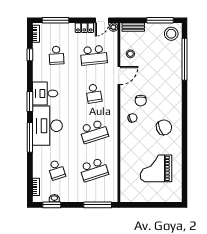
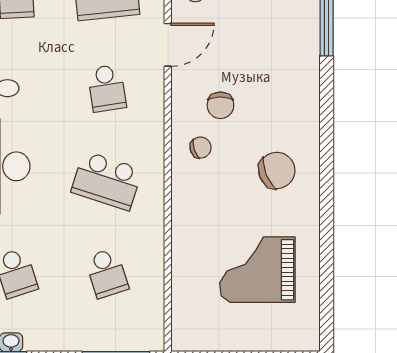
school desk: (94, 132) -> (107, 181), turned 36
school desk: (94, 170) -> (107, 273), width x0.54

